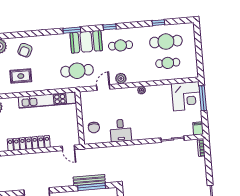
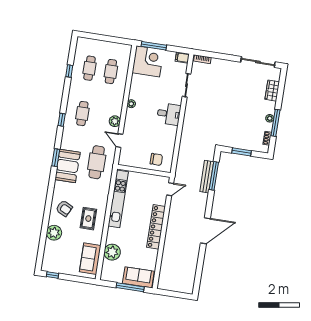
booth: (86, 42) -> (67, 166), moved
cafe table: (166, 42) -> (90, 68), width x0.73, depth x0.74
desk: (121, 130) -> (169, 114), moved

